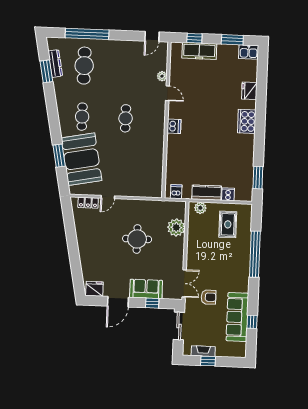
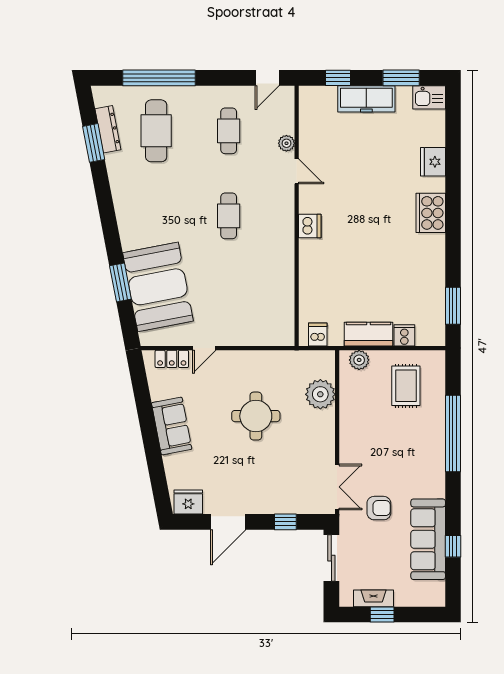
freezer: (199, 51) -> (366, 99), moved
cafe table: (82, 117) -> (229, 131), moved
sofa: (146, 289) -> (172, 426), moved, turned 79

